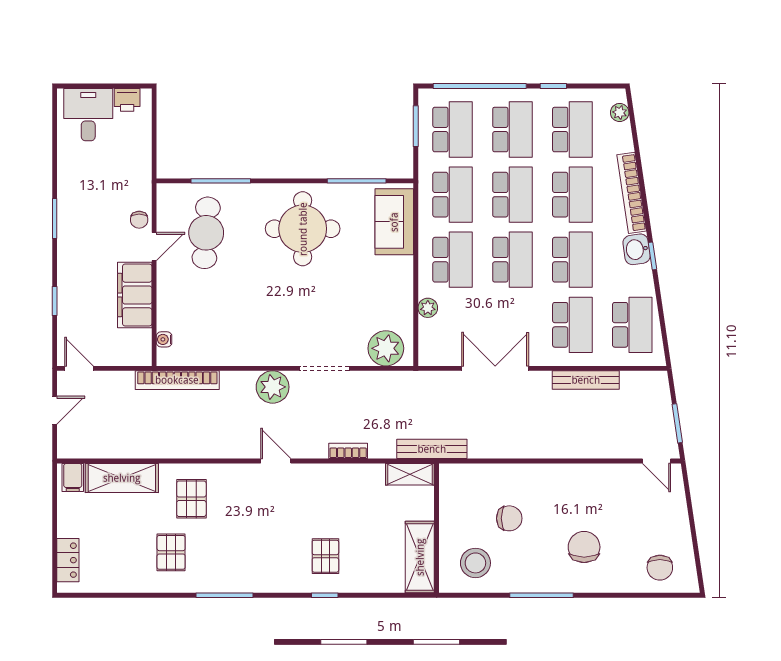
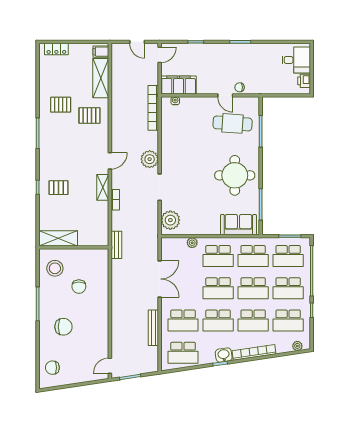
filing cabinet: (135, 295) -> (179, 85), moved
bench: (432, 449) -> (116, 245), width x0.73
shelving: (410, 474) -> (103, 187), moved

